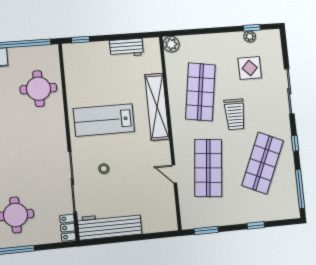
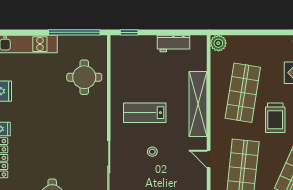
lab bench: (104, 120) -> (145, 113), width x0.73, depth x0.72
stool: (104, 169) -> (152, 152), moved
door: (174, 174) -> (209, 159), moved

